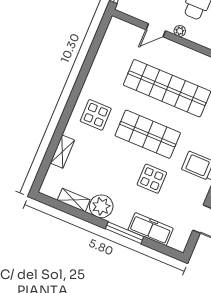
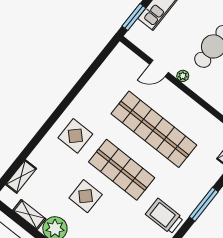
shelving: (62, 152) -> (21, 177), moved
display table: (152, 179) -> (86, 196), moved

